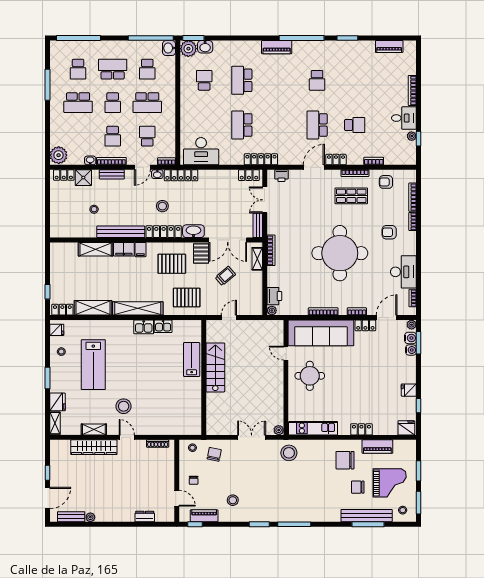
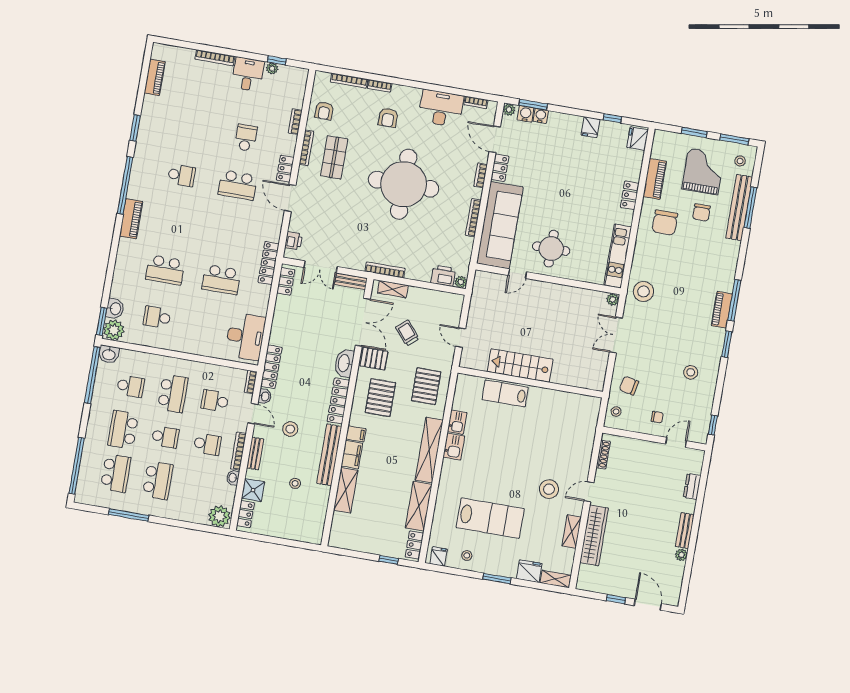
school desk: (78, 69) -> (116, 473), width x1.85
stool: (162, 206) -> (290, 429), moved
piano: (204, 516) -> (722, 310), moved
bench: (71, 517) -> (685, 531), moved

